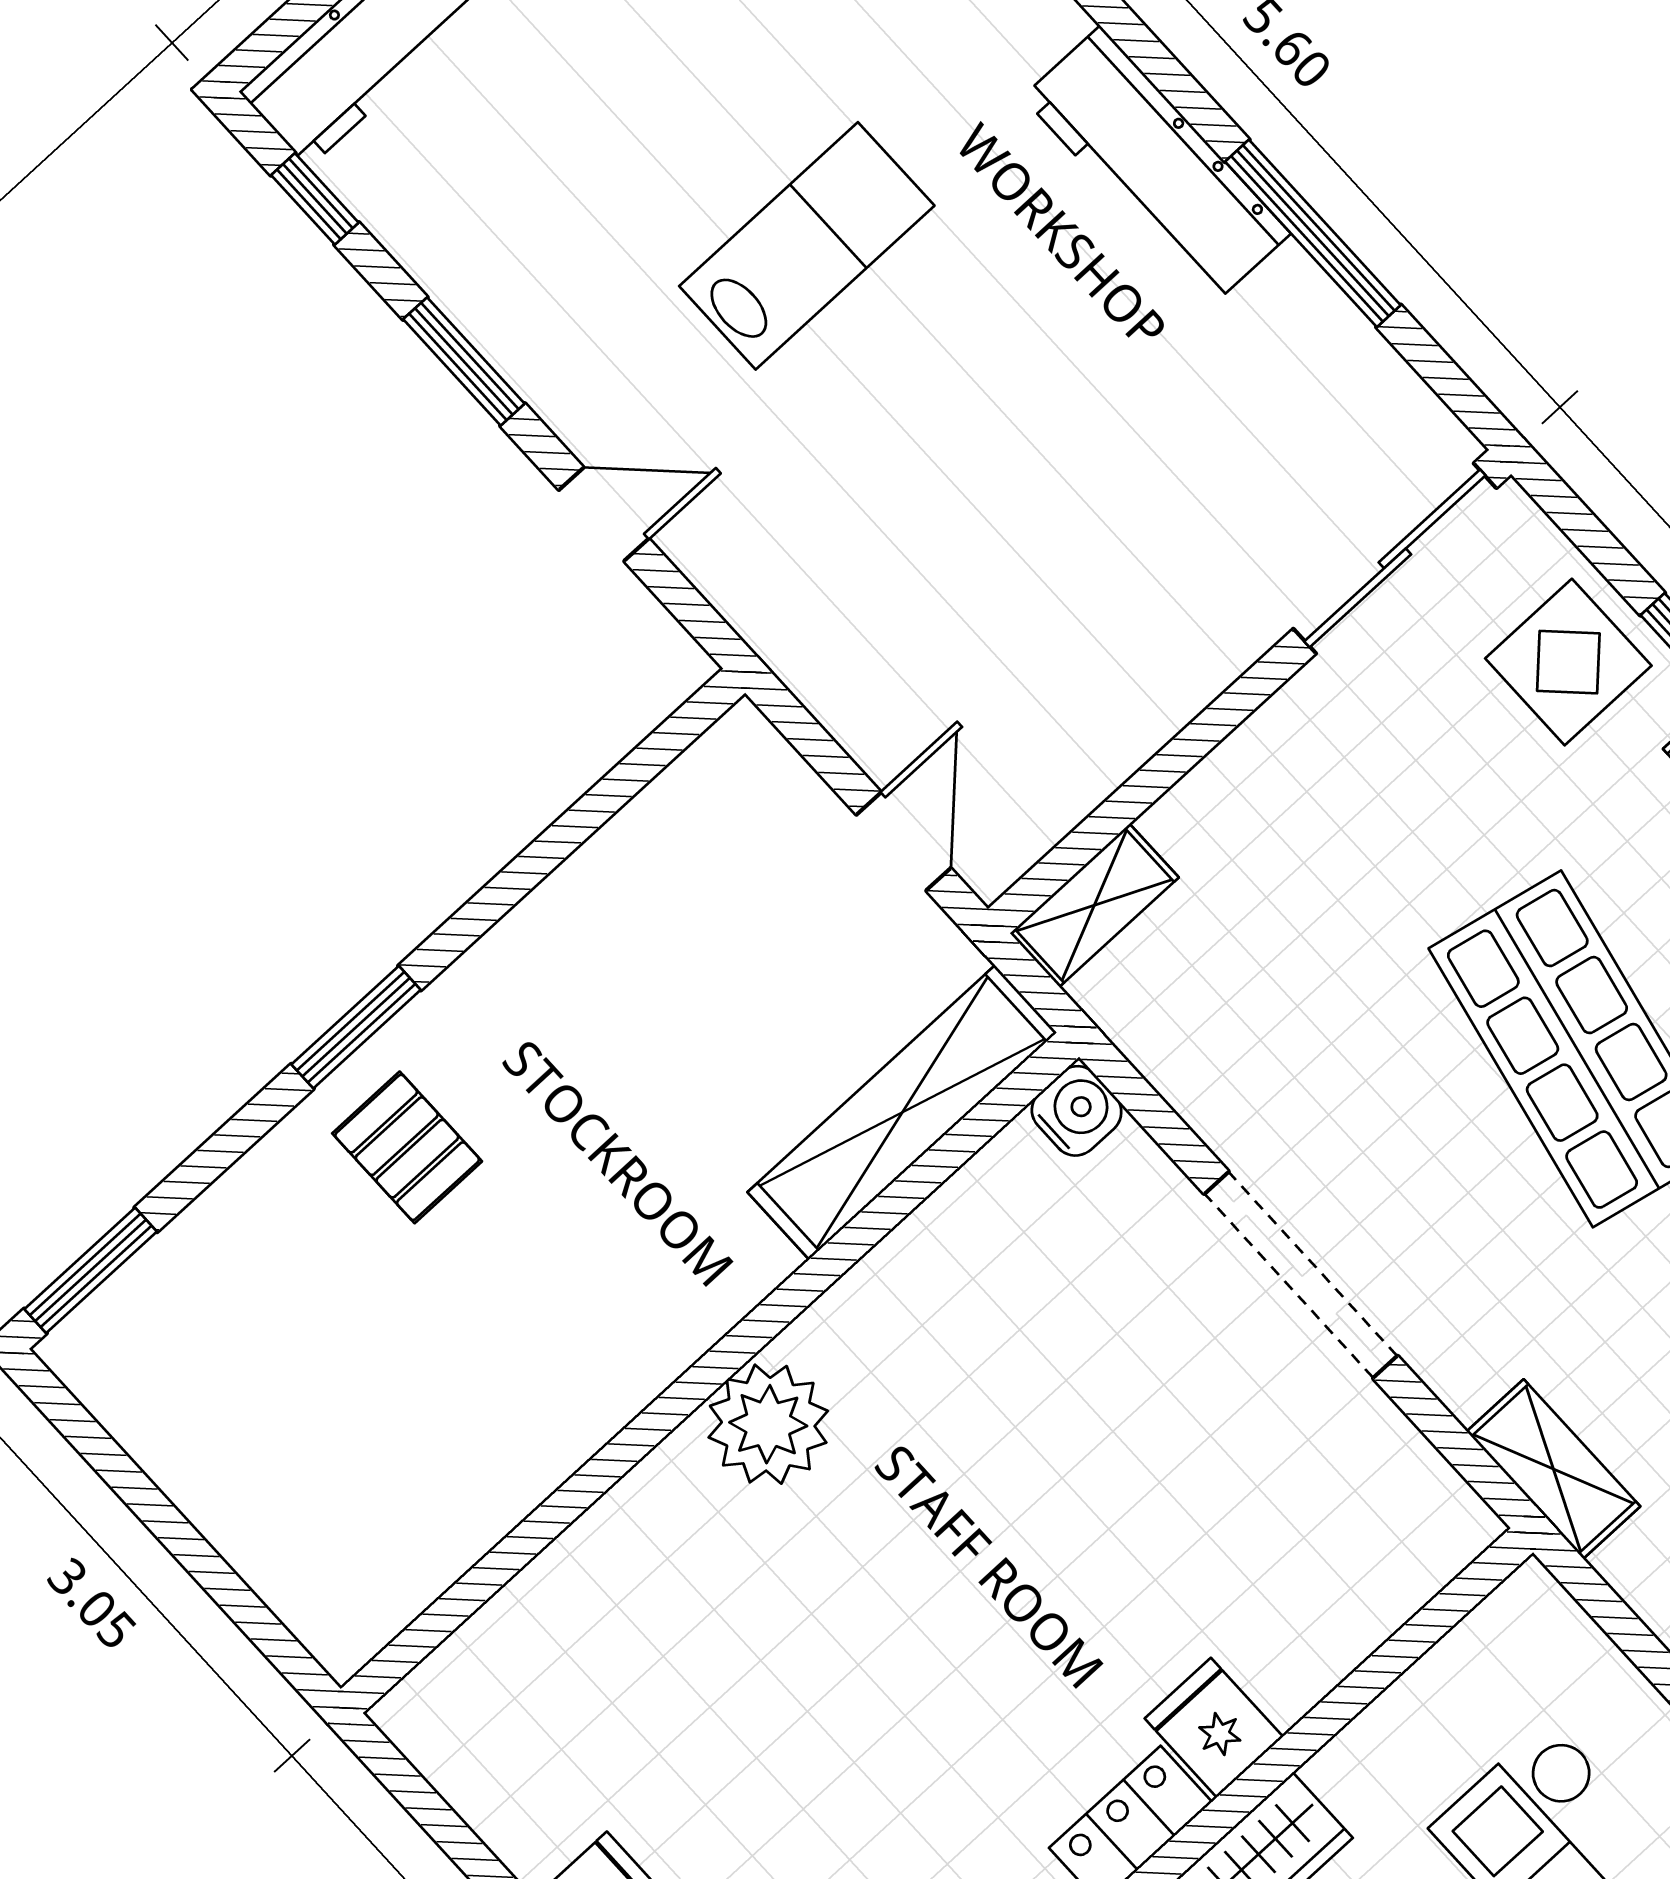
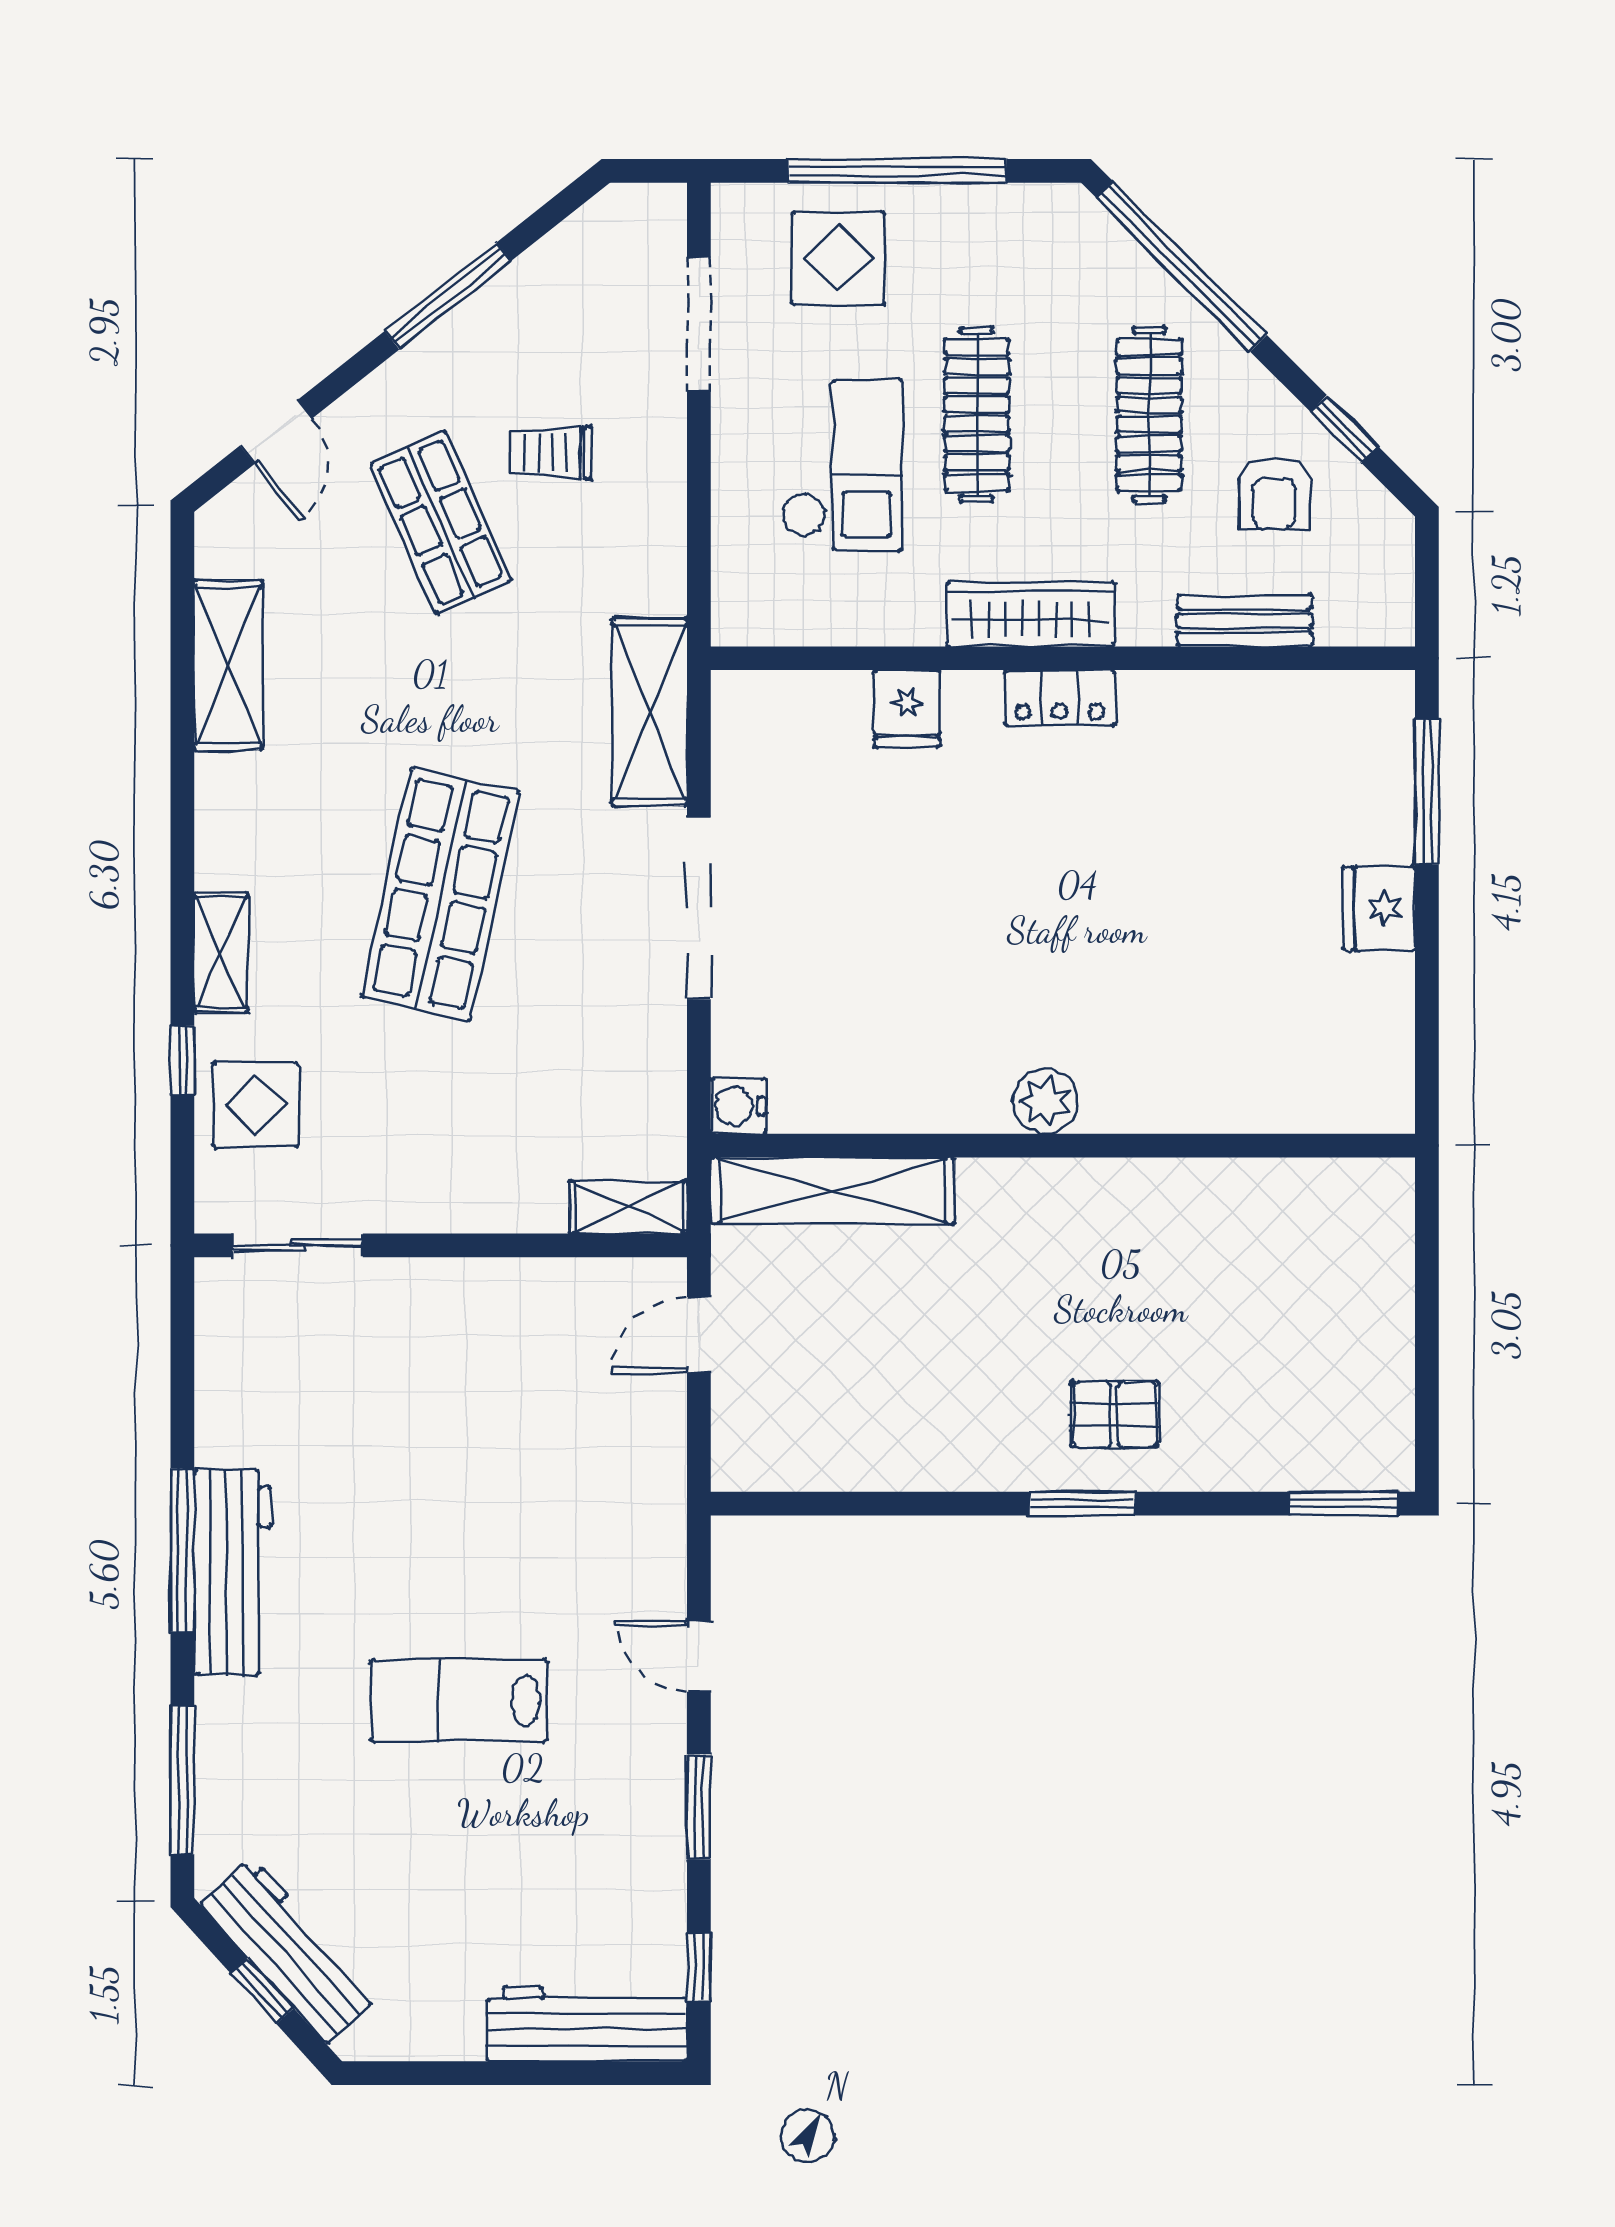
window: (1313, 233) -> (182, 1550), moved
sliding door: (1395, 558) -> (298, 1245), width x0.73
pallet: (407, 1147) -> (1114, 1414), turned 90
plant: (768, 1424) -> (1045, 1101), width x0.73, depth x0.73
shelving: (1553, 1469) -> (650, 712), width x1.50, depth x1.33
fridge: (1214, 1728) -> (907, 709), moved

